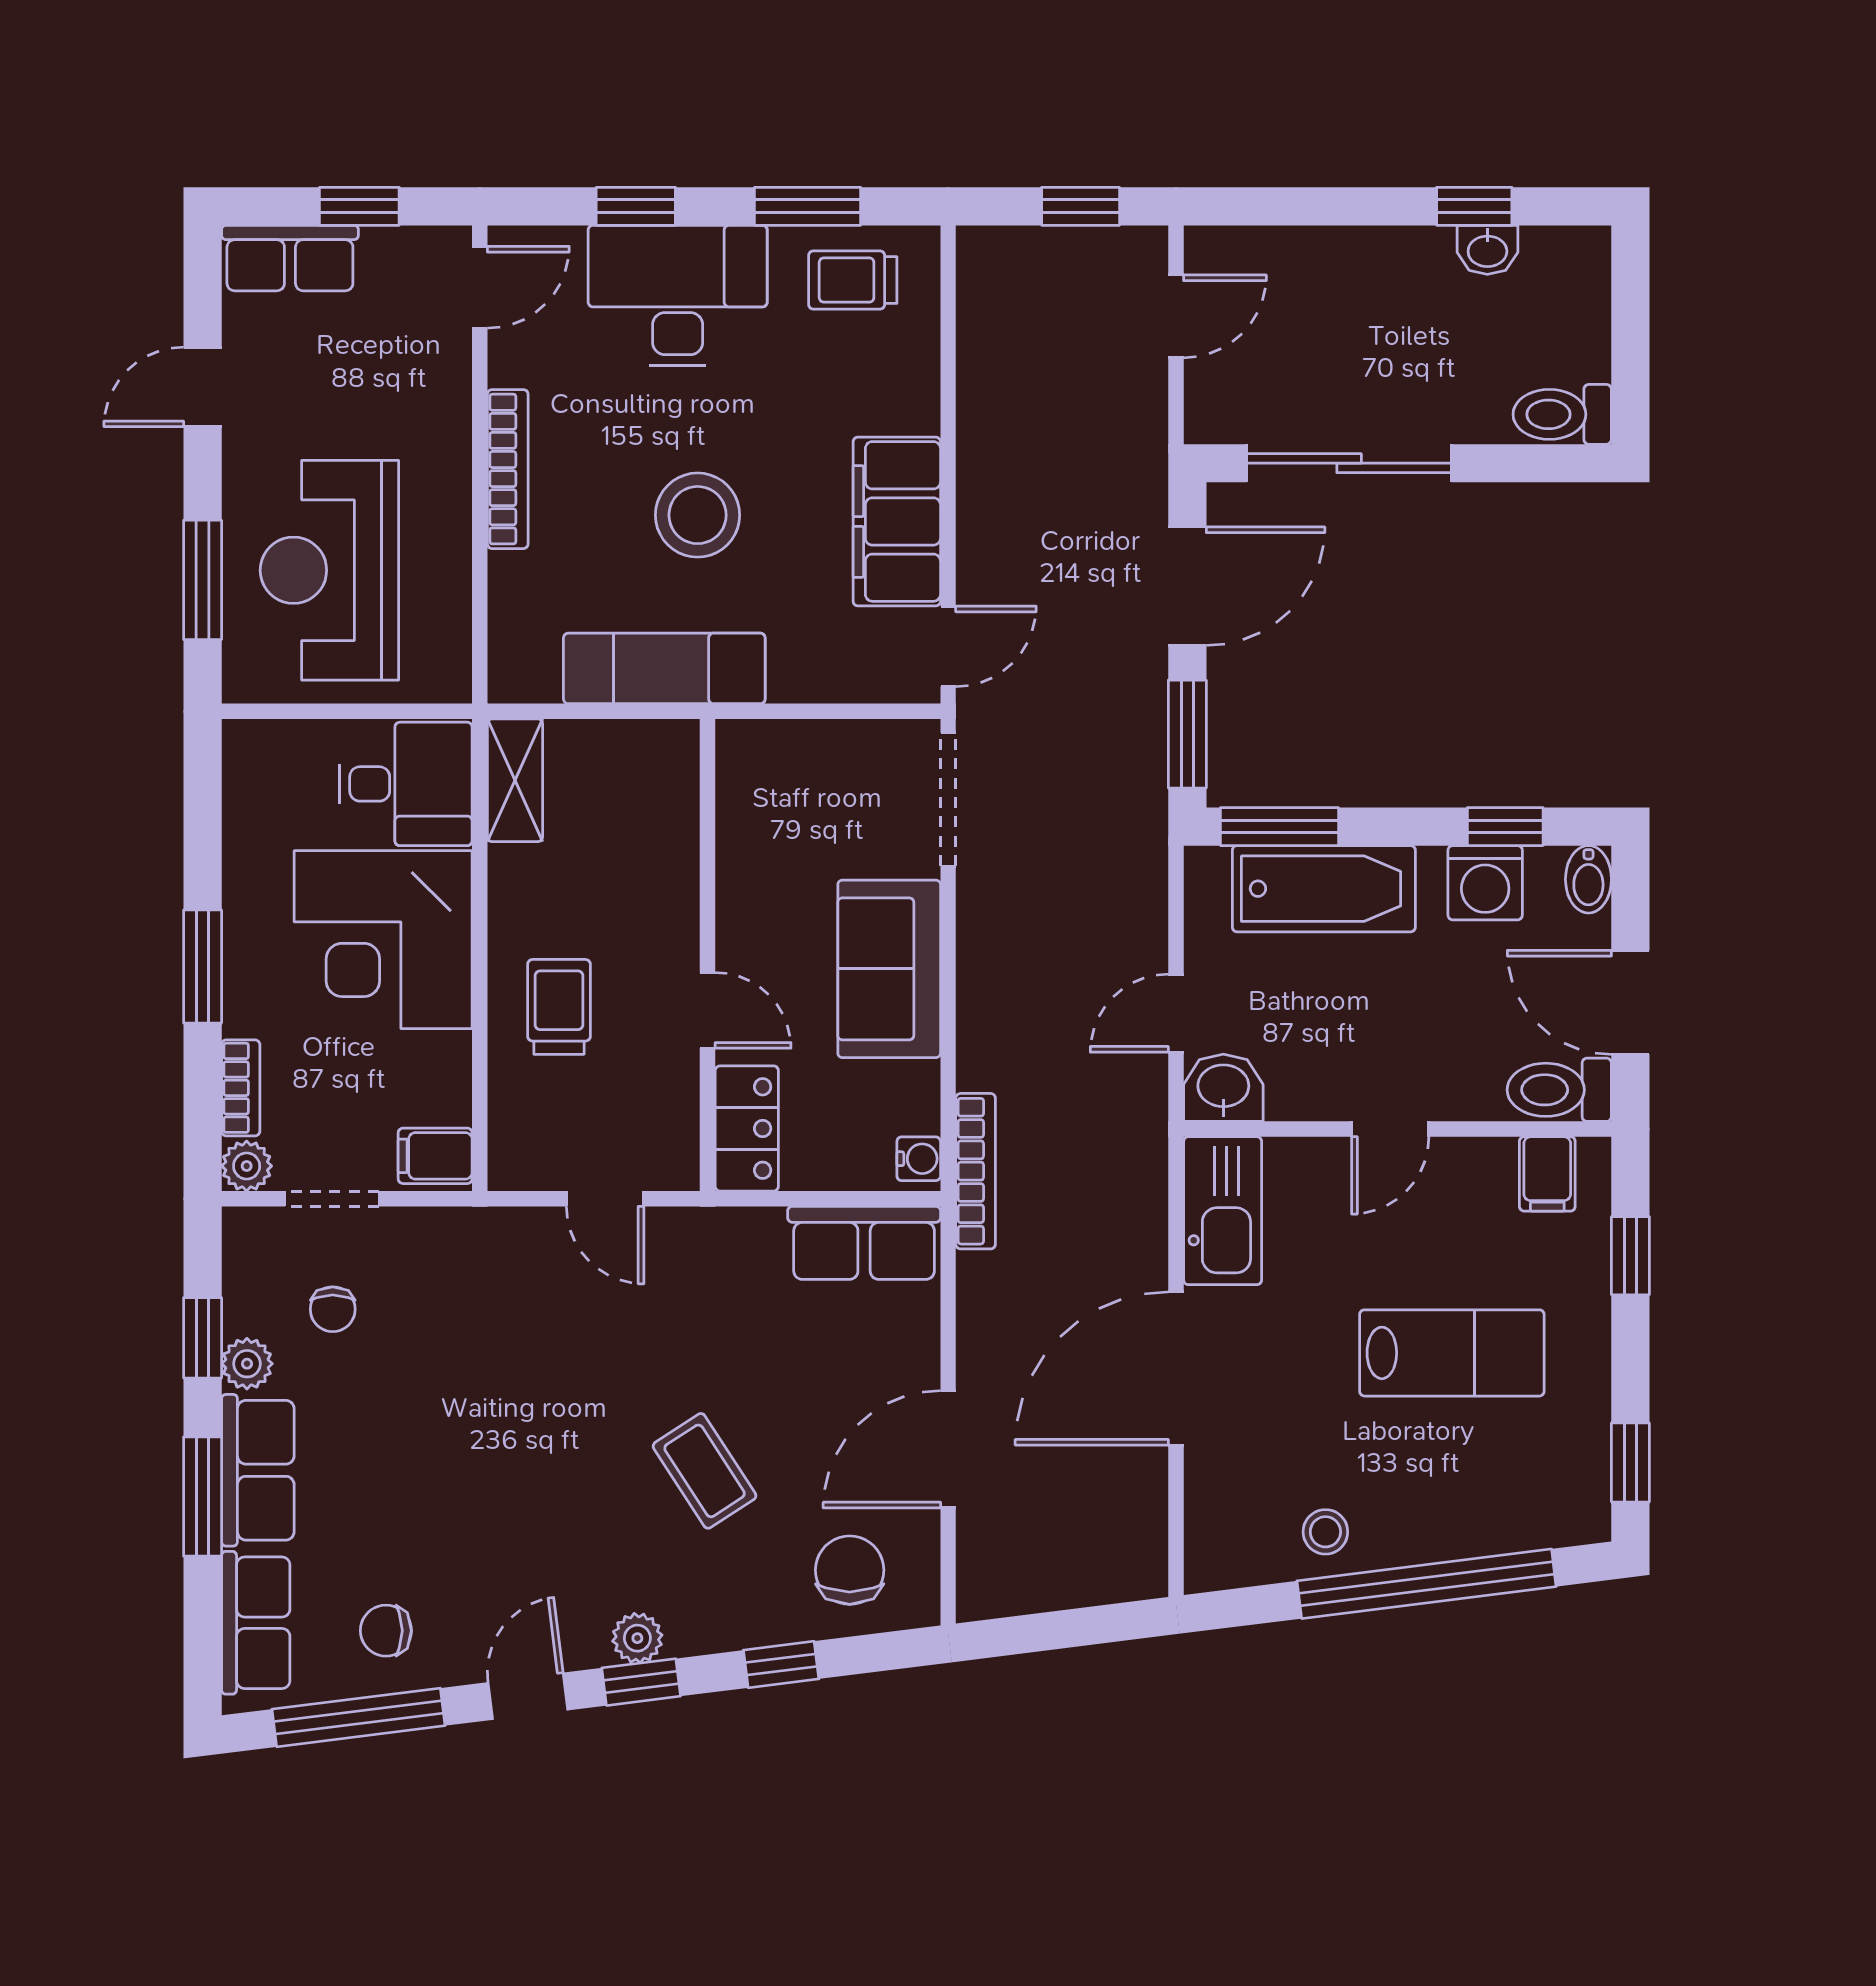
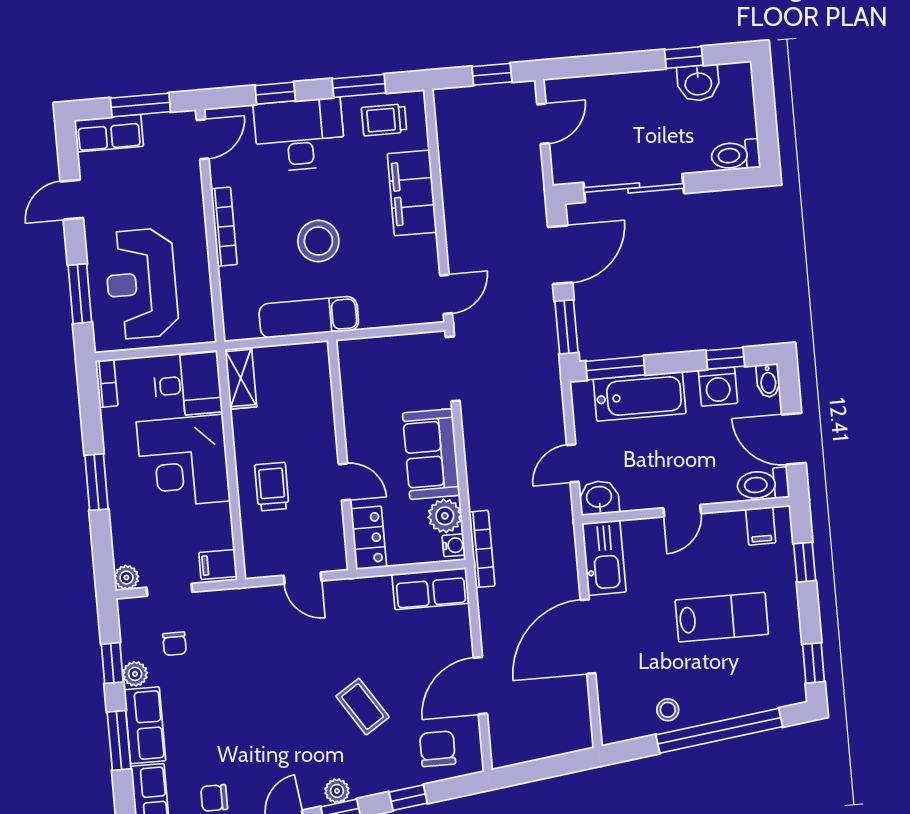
window: (359, 206) -> (140, 105), width x1.50
washbasin: (1487, 250) -> (698, 83), width x1.38, depth x1.45
filing cabinet: (897, 521) -> (412, 193), moved
bookcase: (241, 1088) -> (107, 383), moved
plant: (906, 1097) -> (445, 516), added

